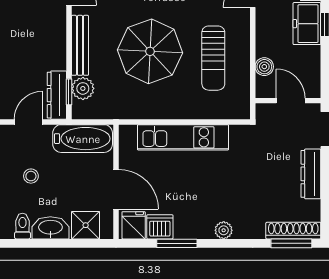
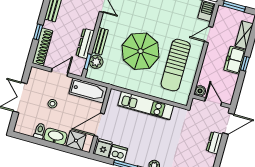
bench: (80, 45) -> (100, 41), width x0.73
sun lounger: (213, 58) -> (176, 65), width x1.36, depth x1.34
boiler: (264, 67) -> (200, 91), moved
dresser: (57, 95) -> (85, 43), moved
dresser: (311, 174) -> (214, 143), width x0.70
door: (116, 189) -> (99, 125), swing flipped

